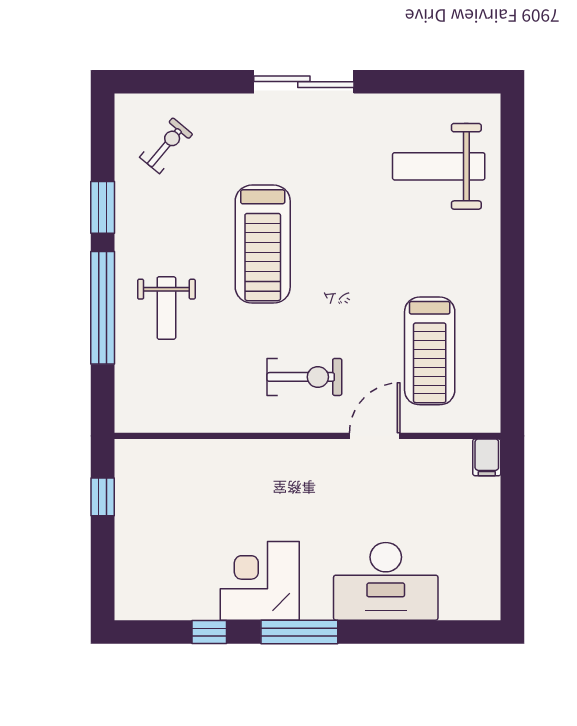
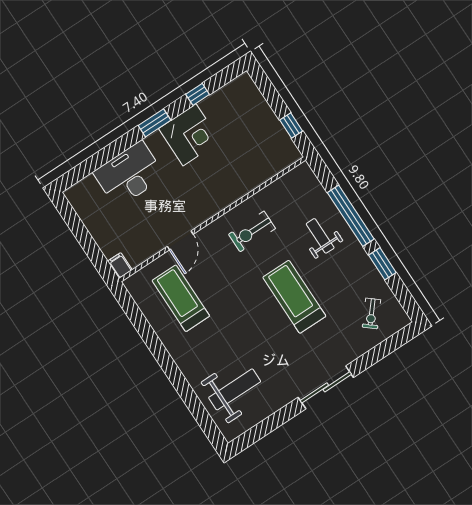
exercise bike: (304, 377) -> (252, 231), moved
window: (299, 632) -> (154, 123), width x0.69

